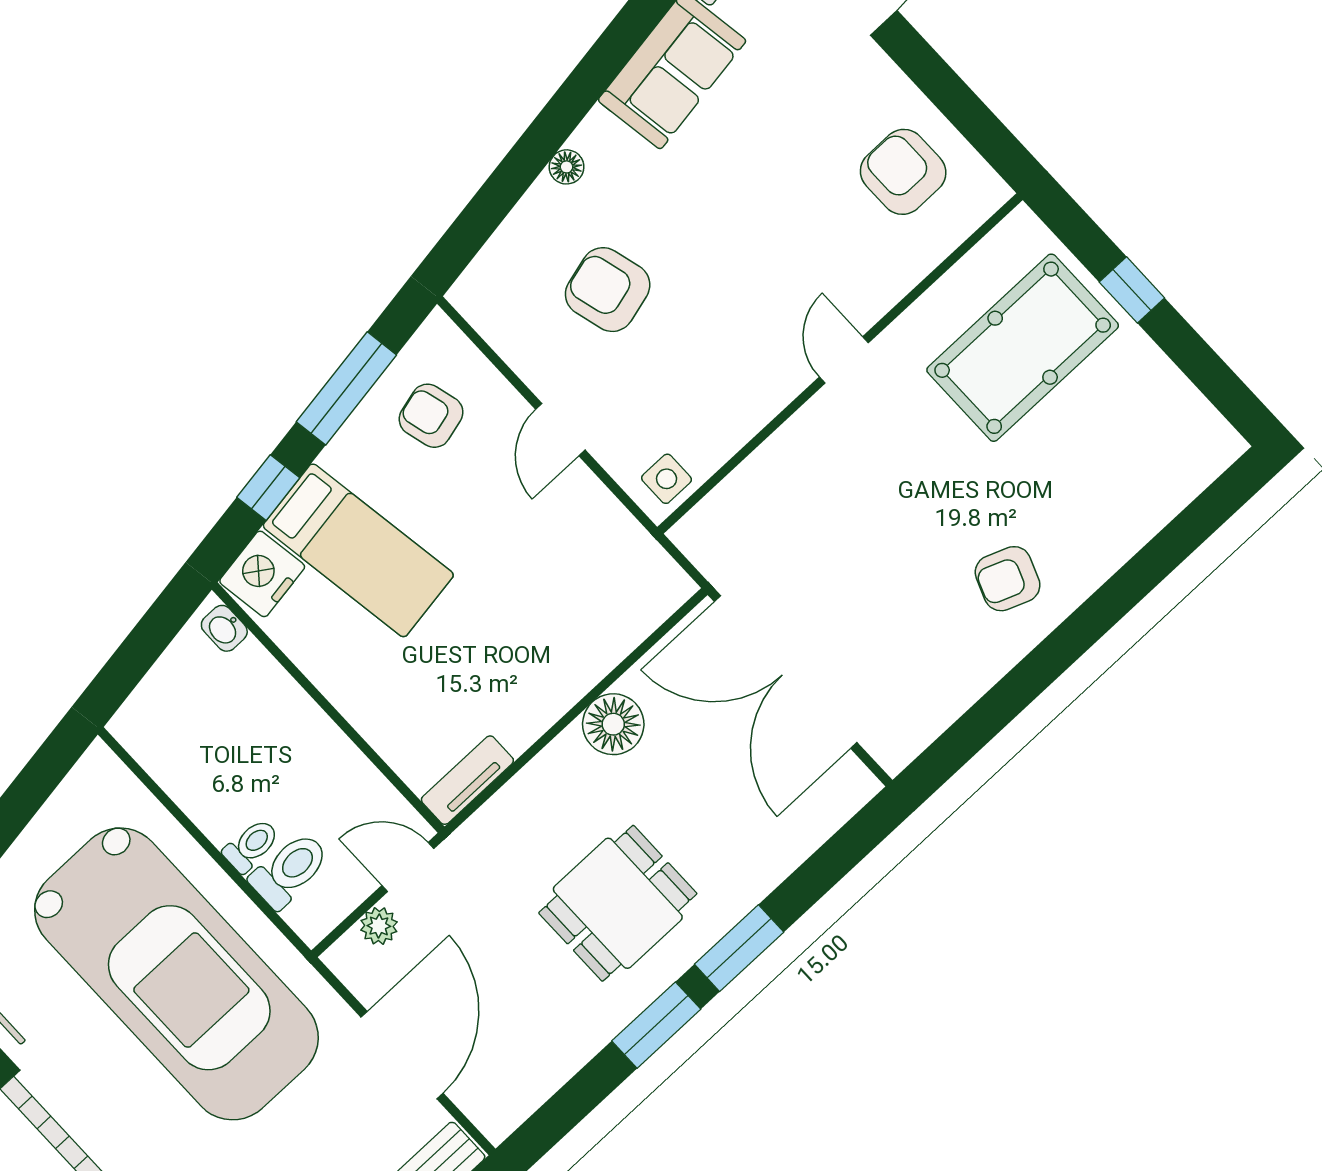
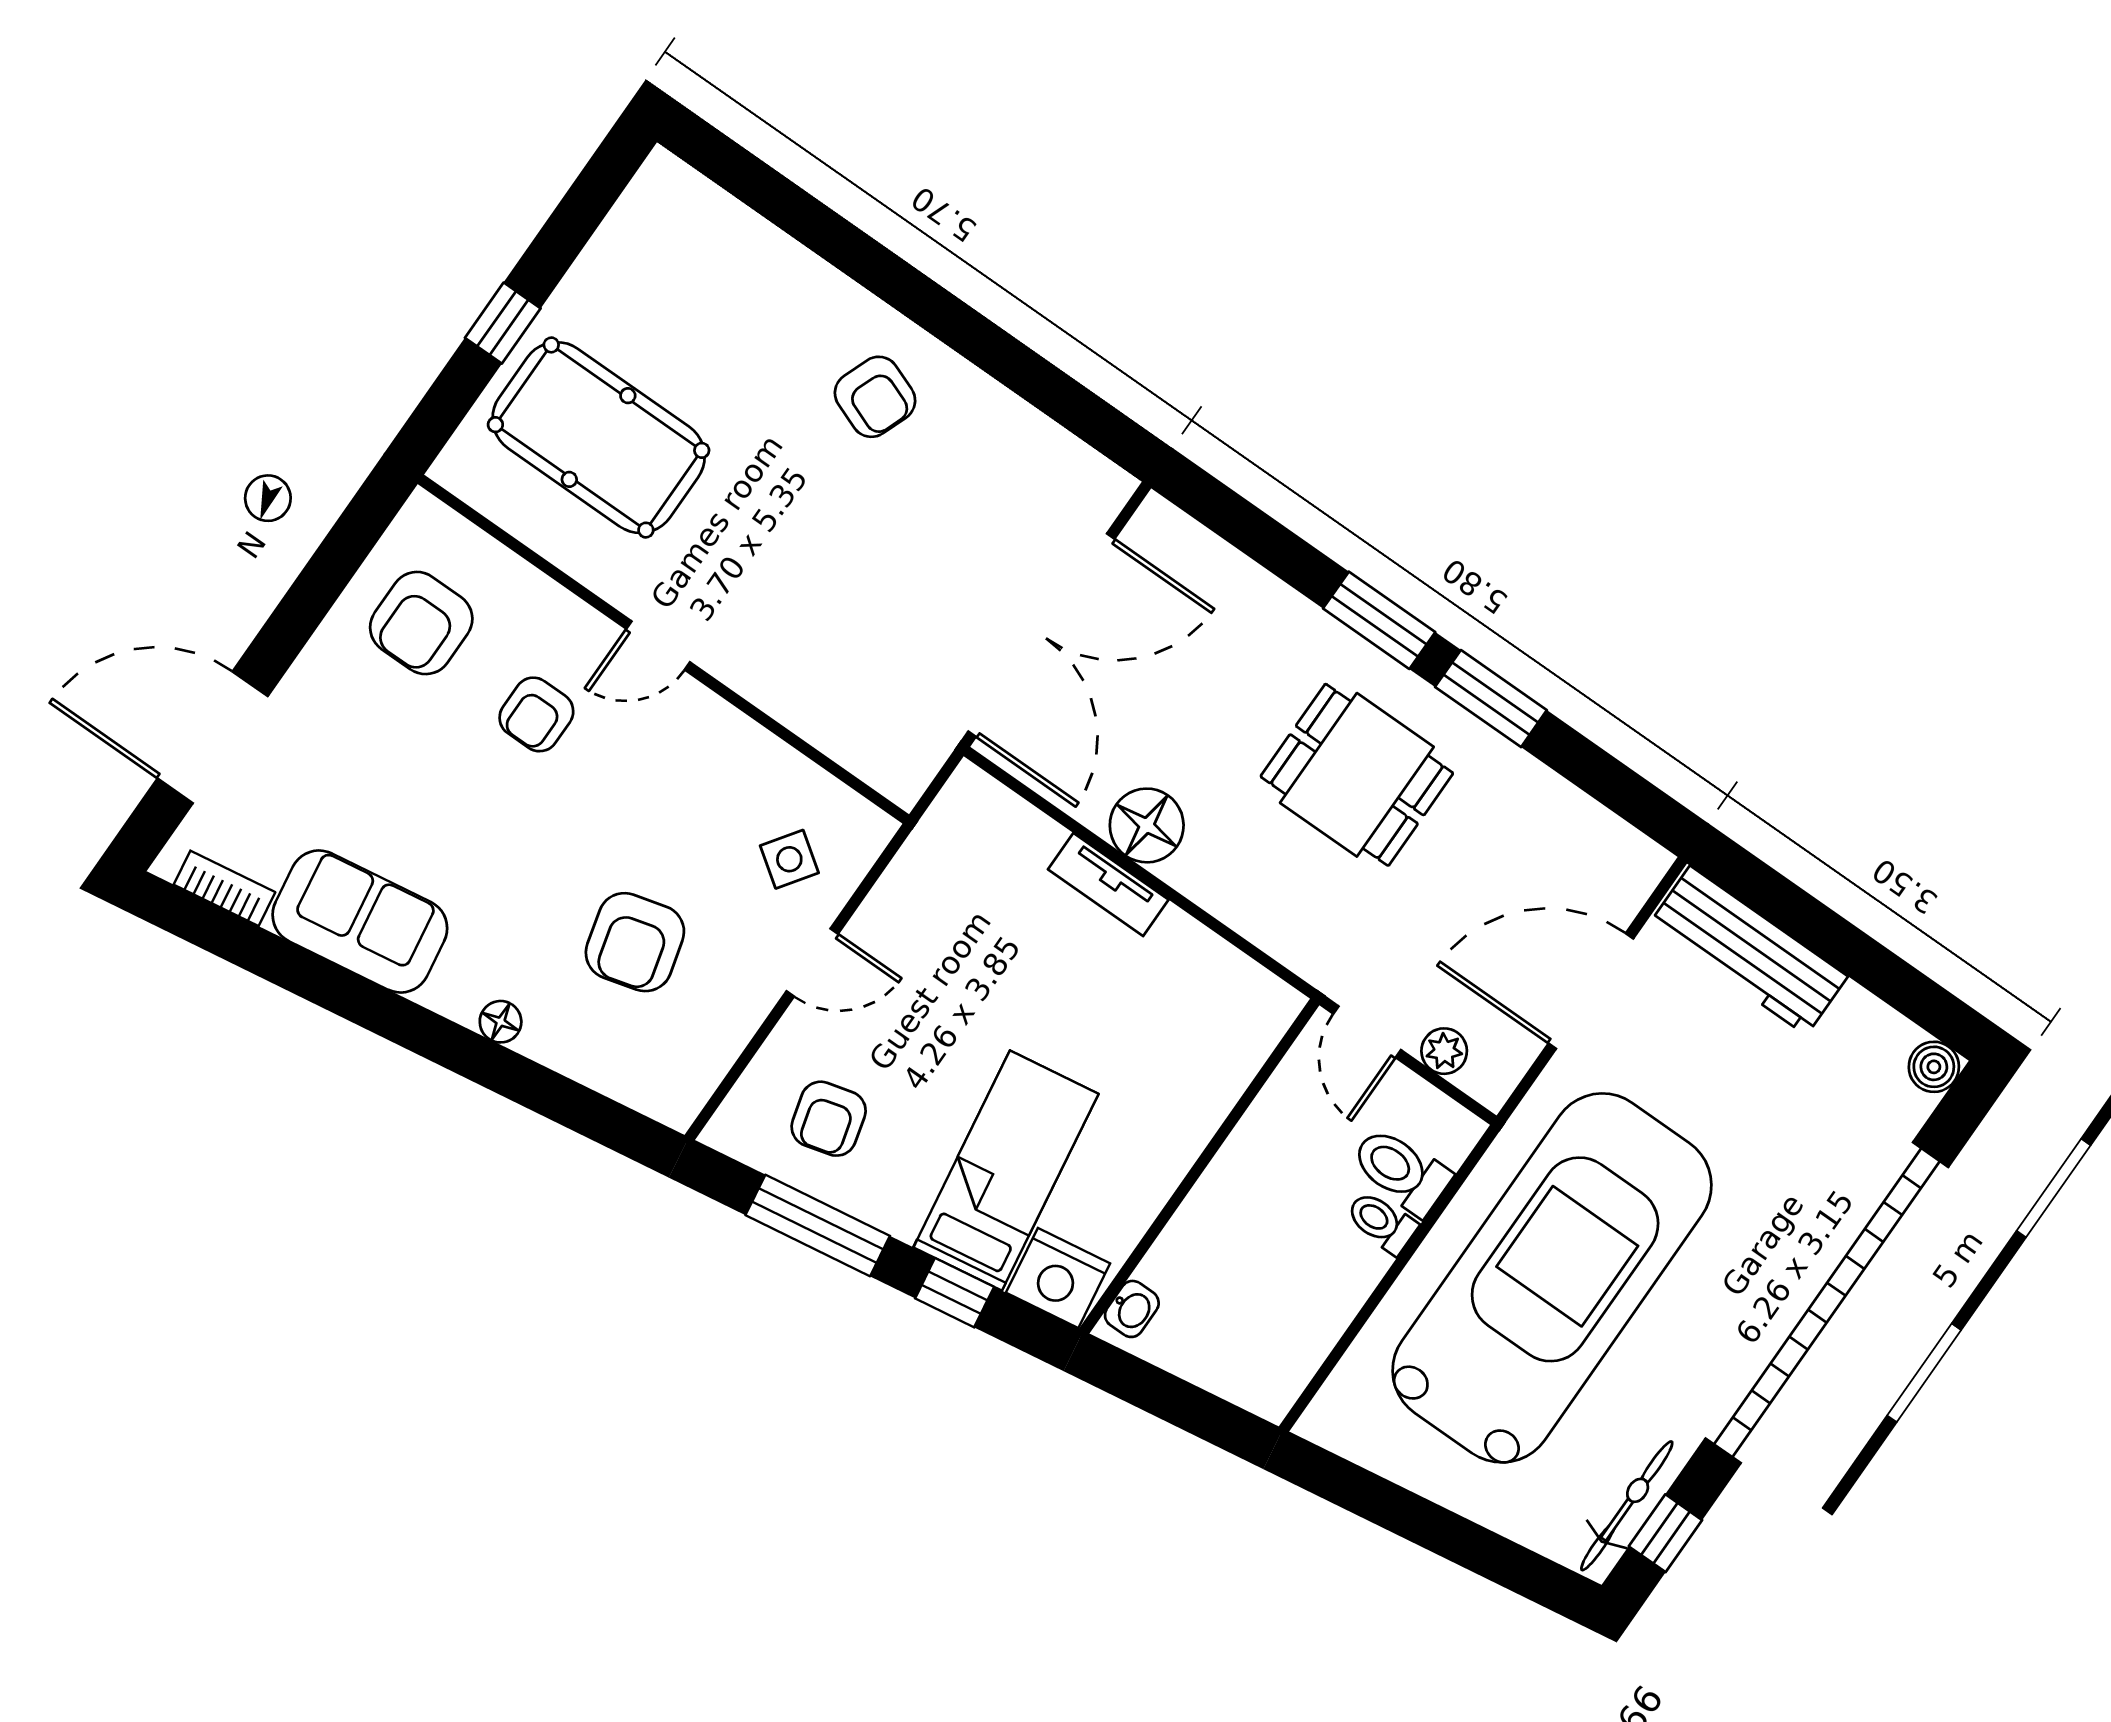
armchair: (809, 249) -> (536, 714), added
side table: (667, 479) -> (789, 859), moved, turned 35
tv unit: (467, 780) -> (1108, 885), moved

